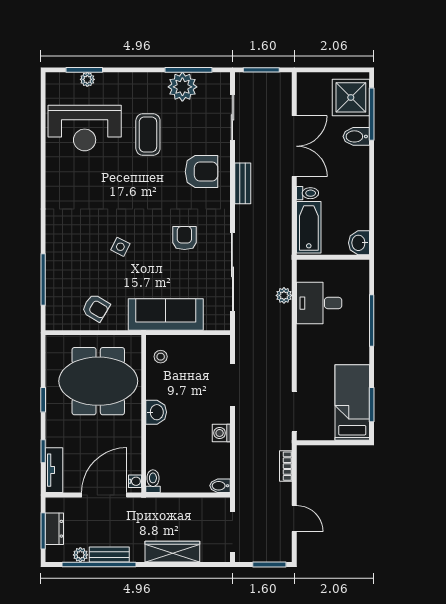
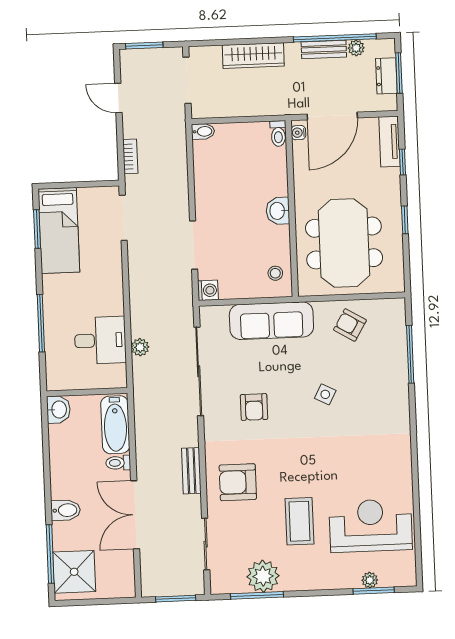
bidet: (356, 136) -> (66, 510), moved
meeting table: (98, 381) -> (344, 243), turned 90
washing machine: (221, 433) -> (208, 290), moved

